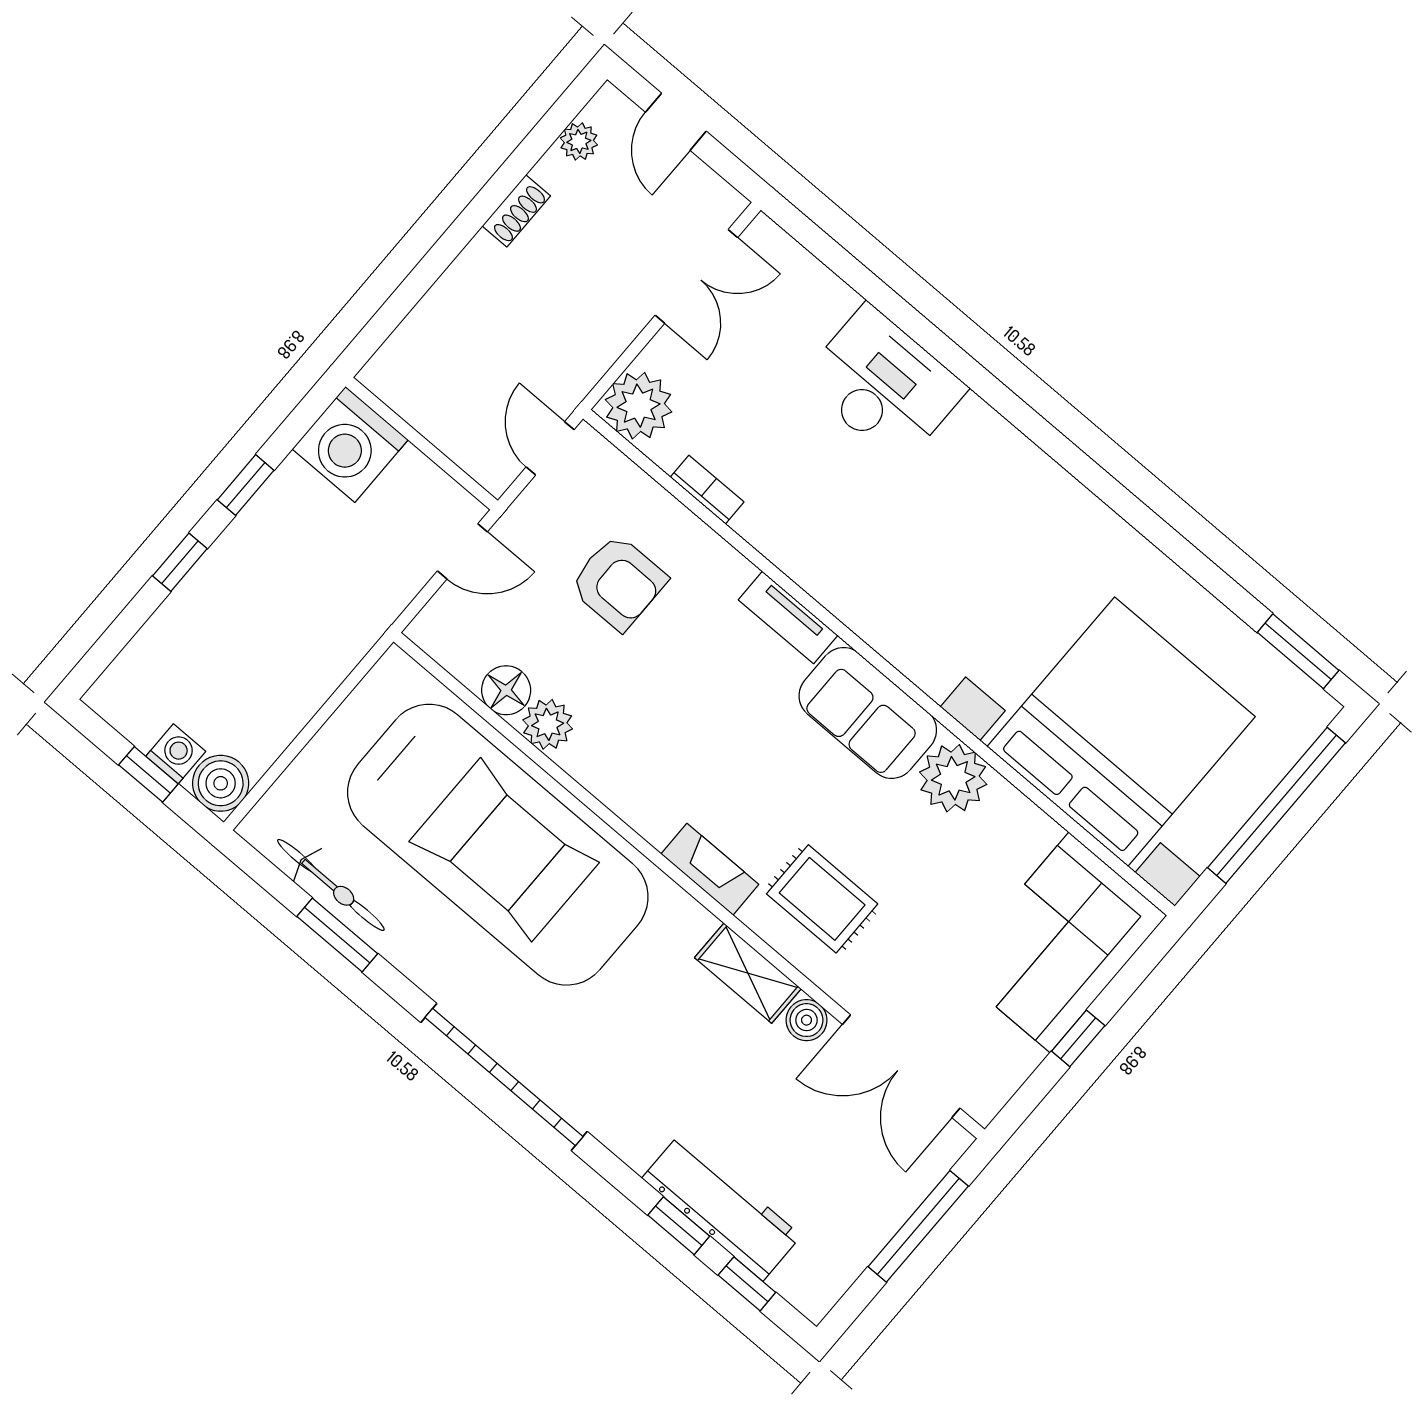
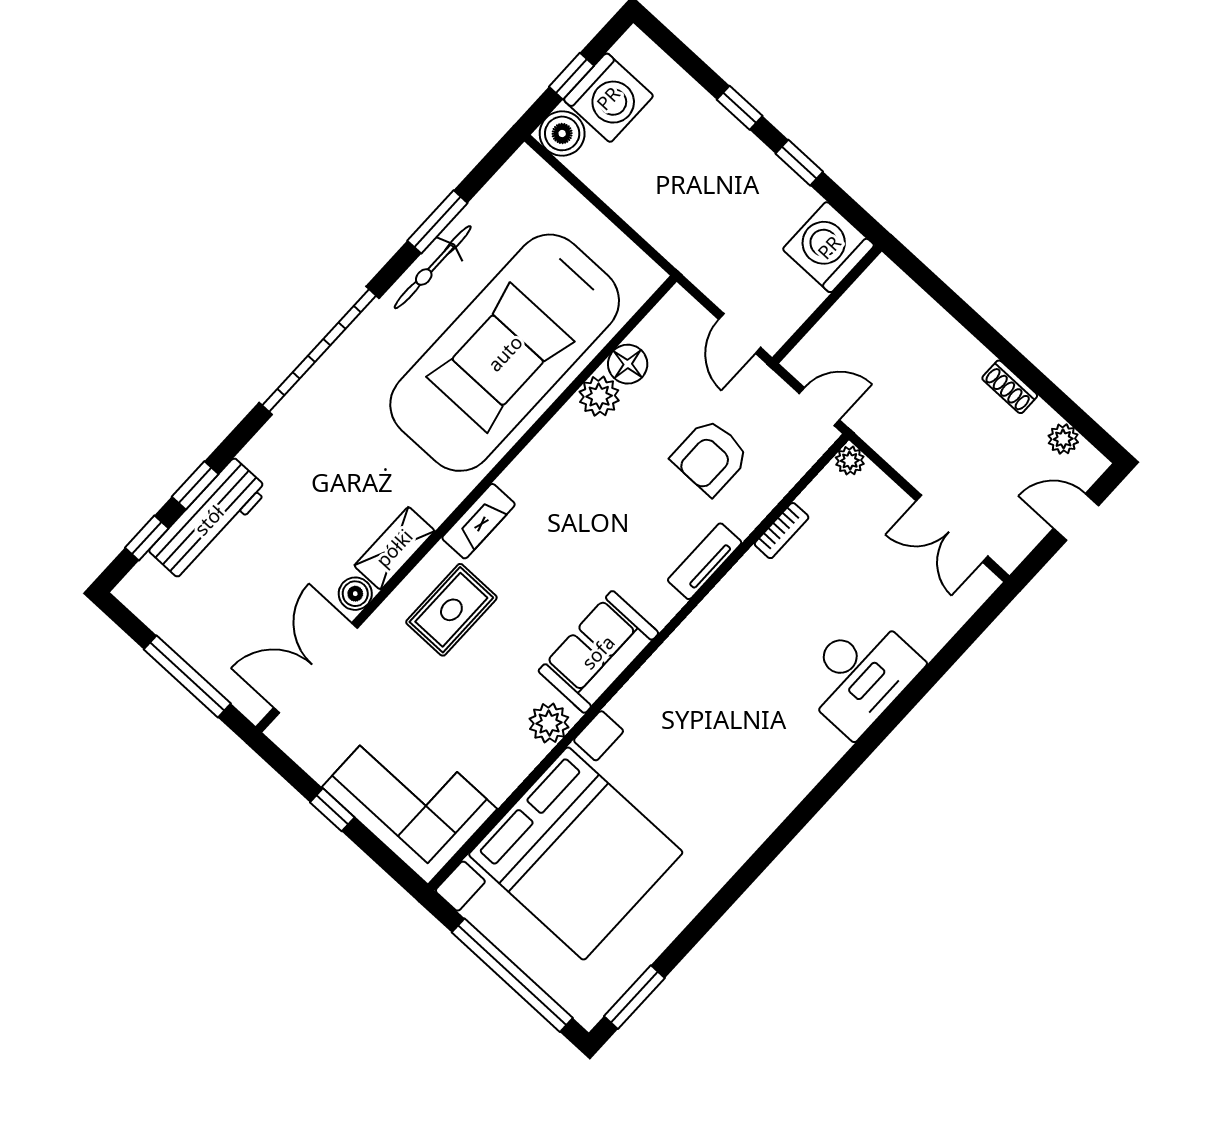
plant: (639, 406) -> (850, 461), width x0.53, depth x0.53
tv unit: (788, 617) -> (705, 561), moved
washing machine: (176, 754) -> (608, 98), width x1.89, depth x1.89
plant: (953, 778) -> (549, 723), width x0.73, depth x0.73
bicycle: (331, 885) -> (433, 267), moved

